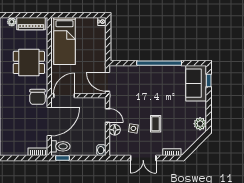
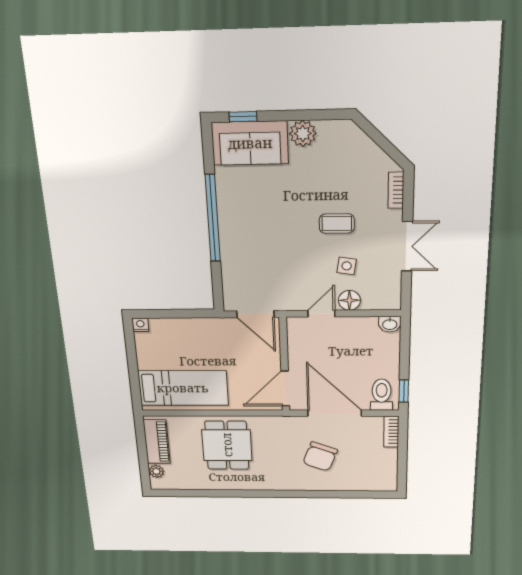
door: (108, 82) -> (255, 314), hinge flipped
door: (64, 96) -> (285, 388), hinge flipped
chair: (38, 97) -> (320, 457), moved, turned 111
plant: (200, 124) -> (303, 134), moved

